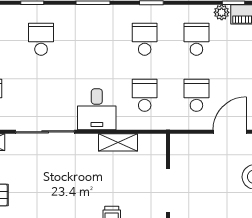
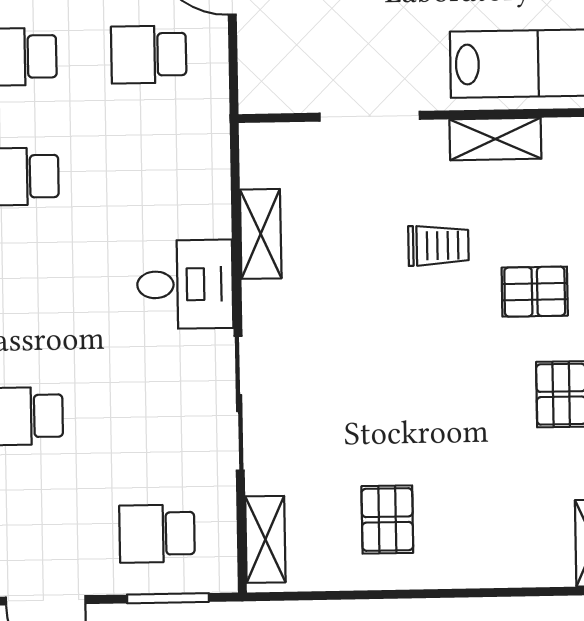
school desk: (145, 95) -> (151, 174), removed

